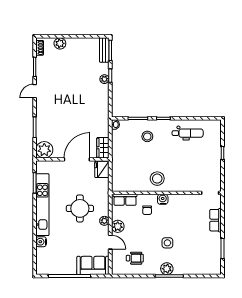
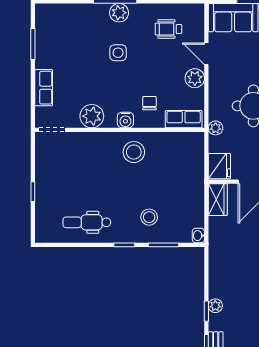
plant: (184, 202) -> (92, 116), added
plant: (104, 221) -> (216, 128), moved

